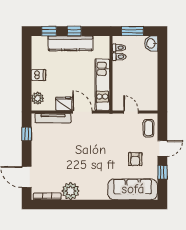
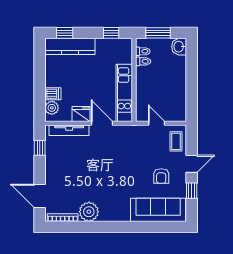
window: (74, 31) -> (111, 33), moved
kitchen counter: (71, 43) -> (70, 46), moved
dishwasher: (38, 75) -> (53, 94), moved

